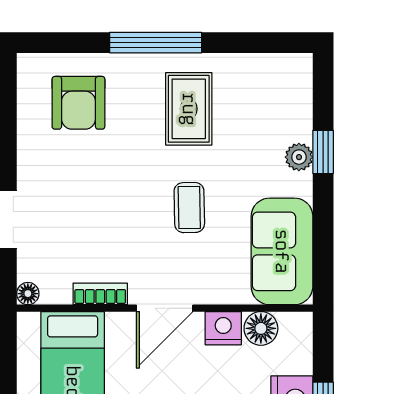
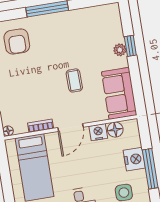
rug: (189, 109) -> (67, 36), removed

